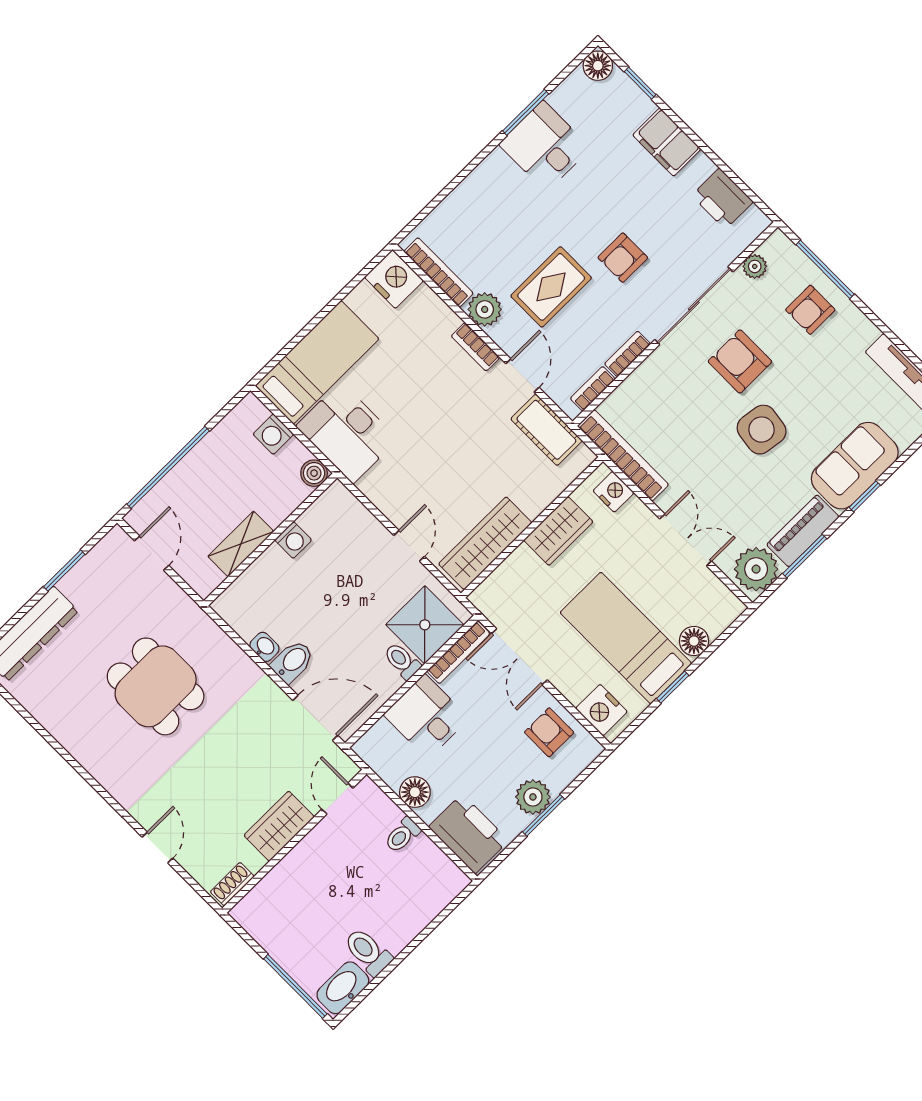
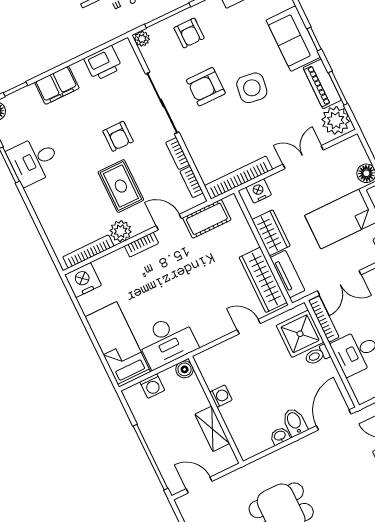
plant: (755, 266) -> (142, 39), moved
tv unit: (506, 576) -> (287, 274), added

